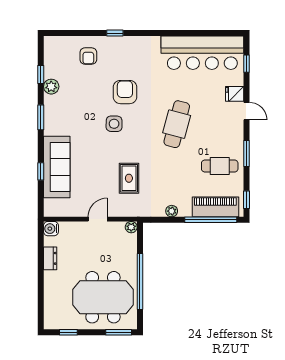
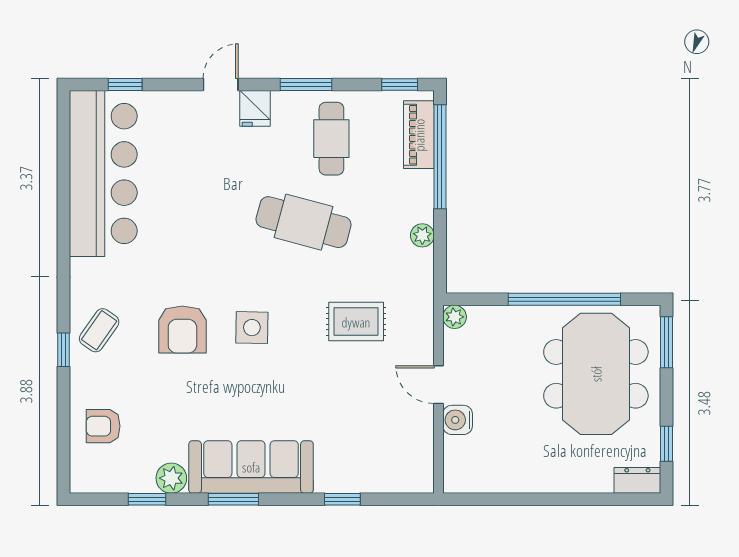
coffee table: (125, 51) -> (99, 330), added
armchair: (88, 56) -> (103, 426), moved, turned 180
armchair: (125, 92) -> (182, 330), turned -90
fridge: (235, 94) -> (255, 108), moved
side table: (114, 124) -> (252, 328), moved
cafe table: (177, 124) -> (304, 222), moved
sofa: (57, 167) -> (251, 467), moved
piano: (215, 207) -> (419, 135), width x0.73, depth x0.75
water cooler: (51, 229) -> (458, 420), moved, turned 90
dresser: (50, 258) -> (637, 480), moved

